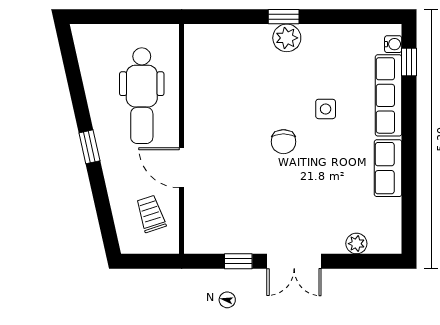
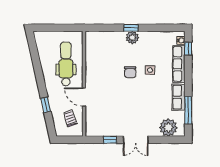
dental chair: (142, 96) -> (66, 64), turned 180
chair: (283, 142) -> (130, 72), moved
window: (89, 147) -> (46, 105), moved
window: (409, 197) -> (188, 110), added
plant: (356, 244) -> (168, 128), width x1.88, depth x1.88

